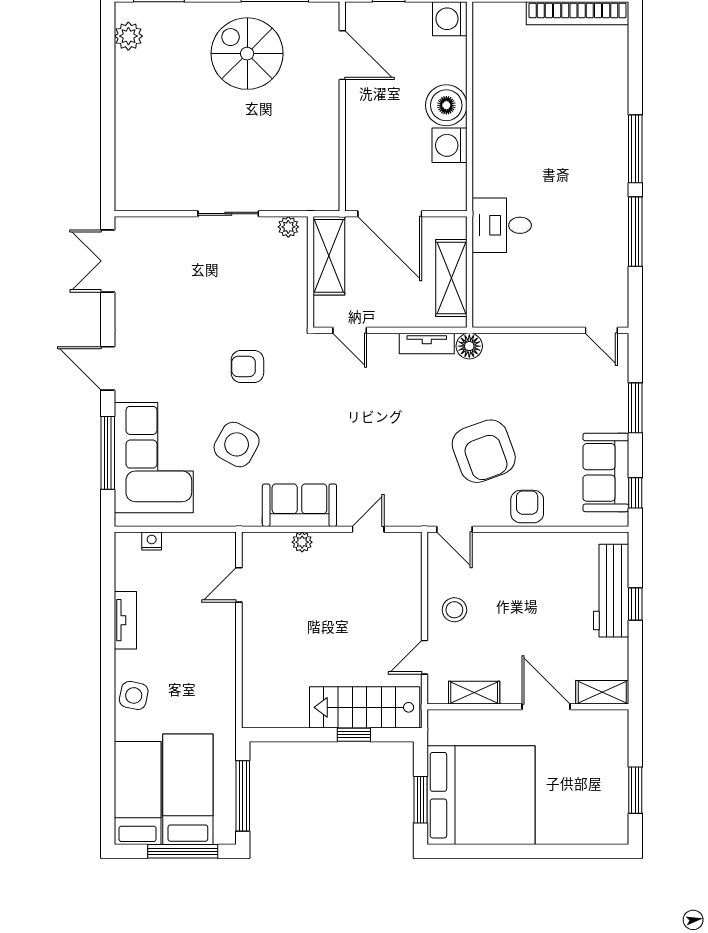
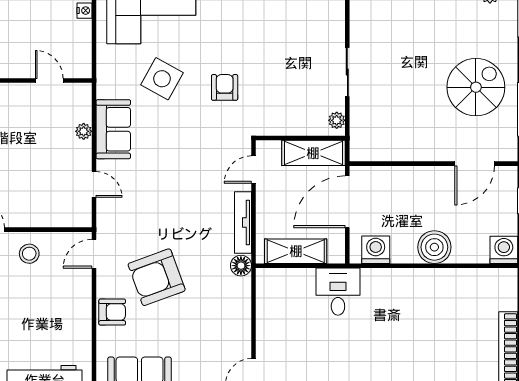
washing machine: (450, 145) -> (376, 250), moved
tv unit: (427, 343) -> (243, 222), width x1.41

